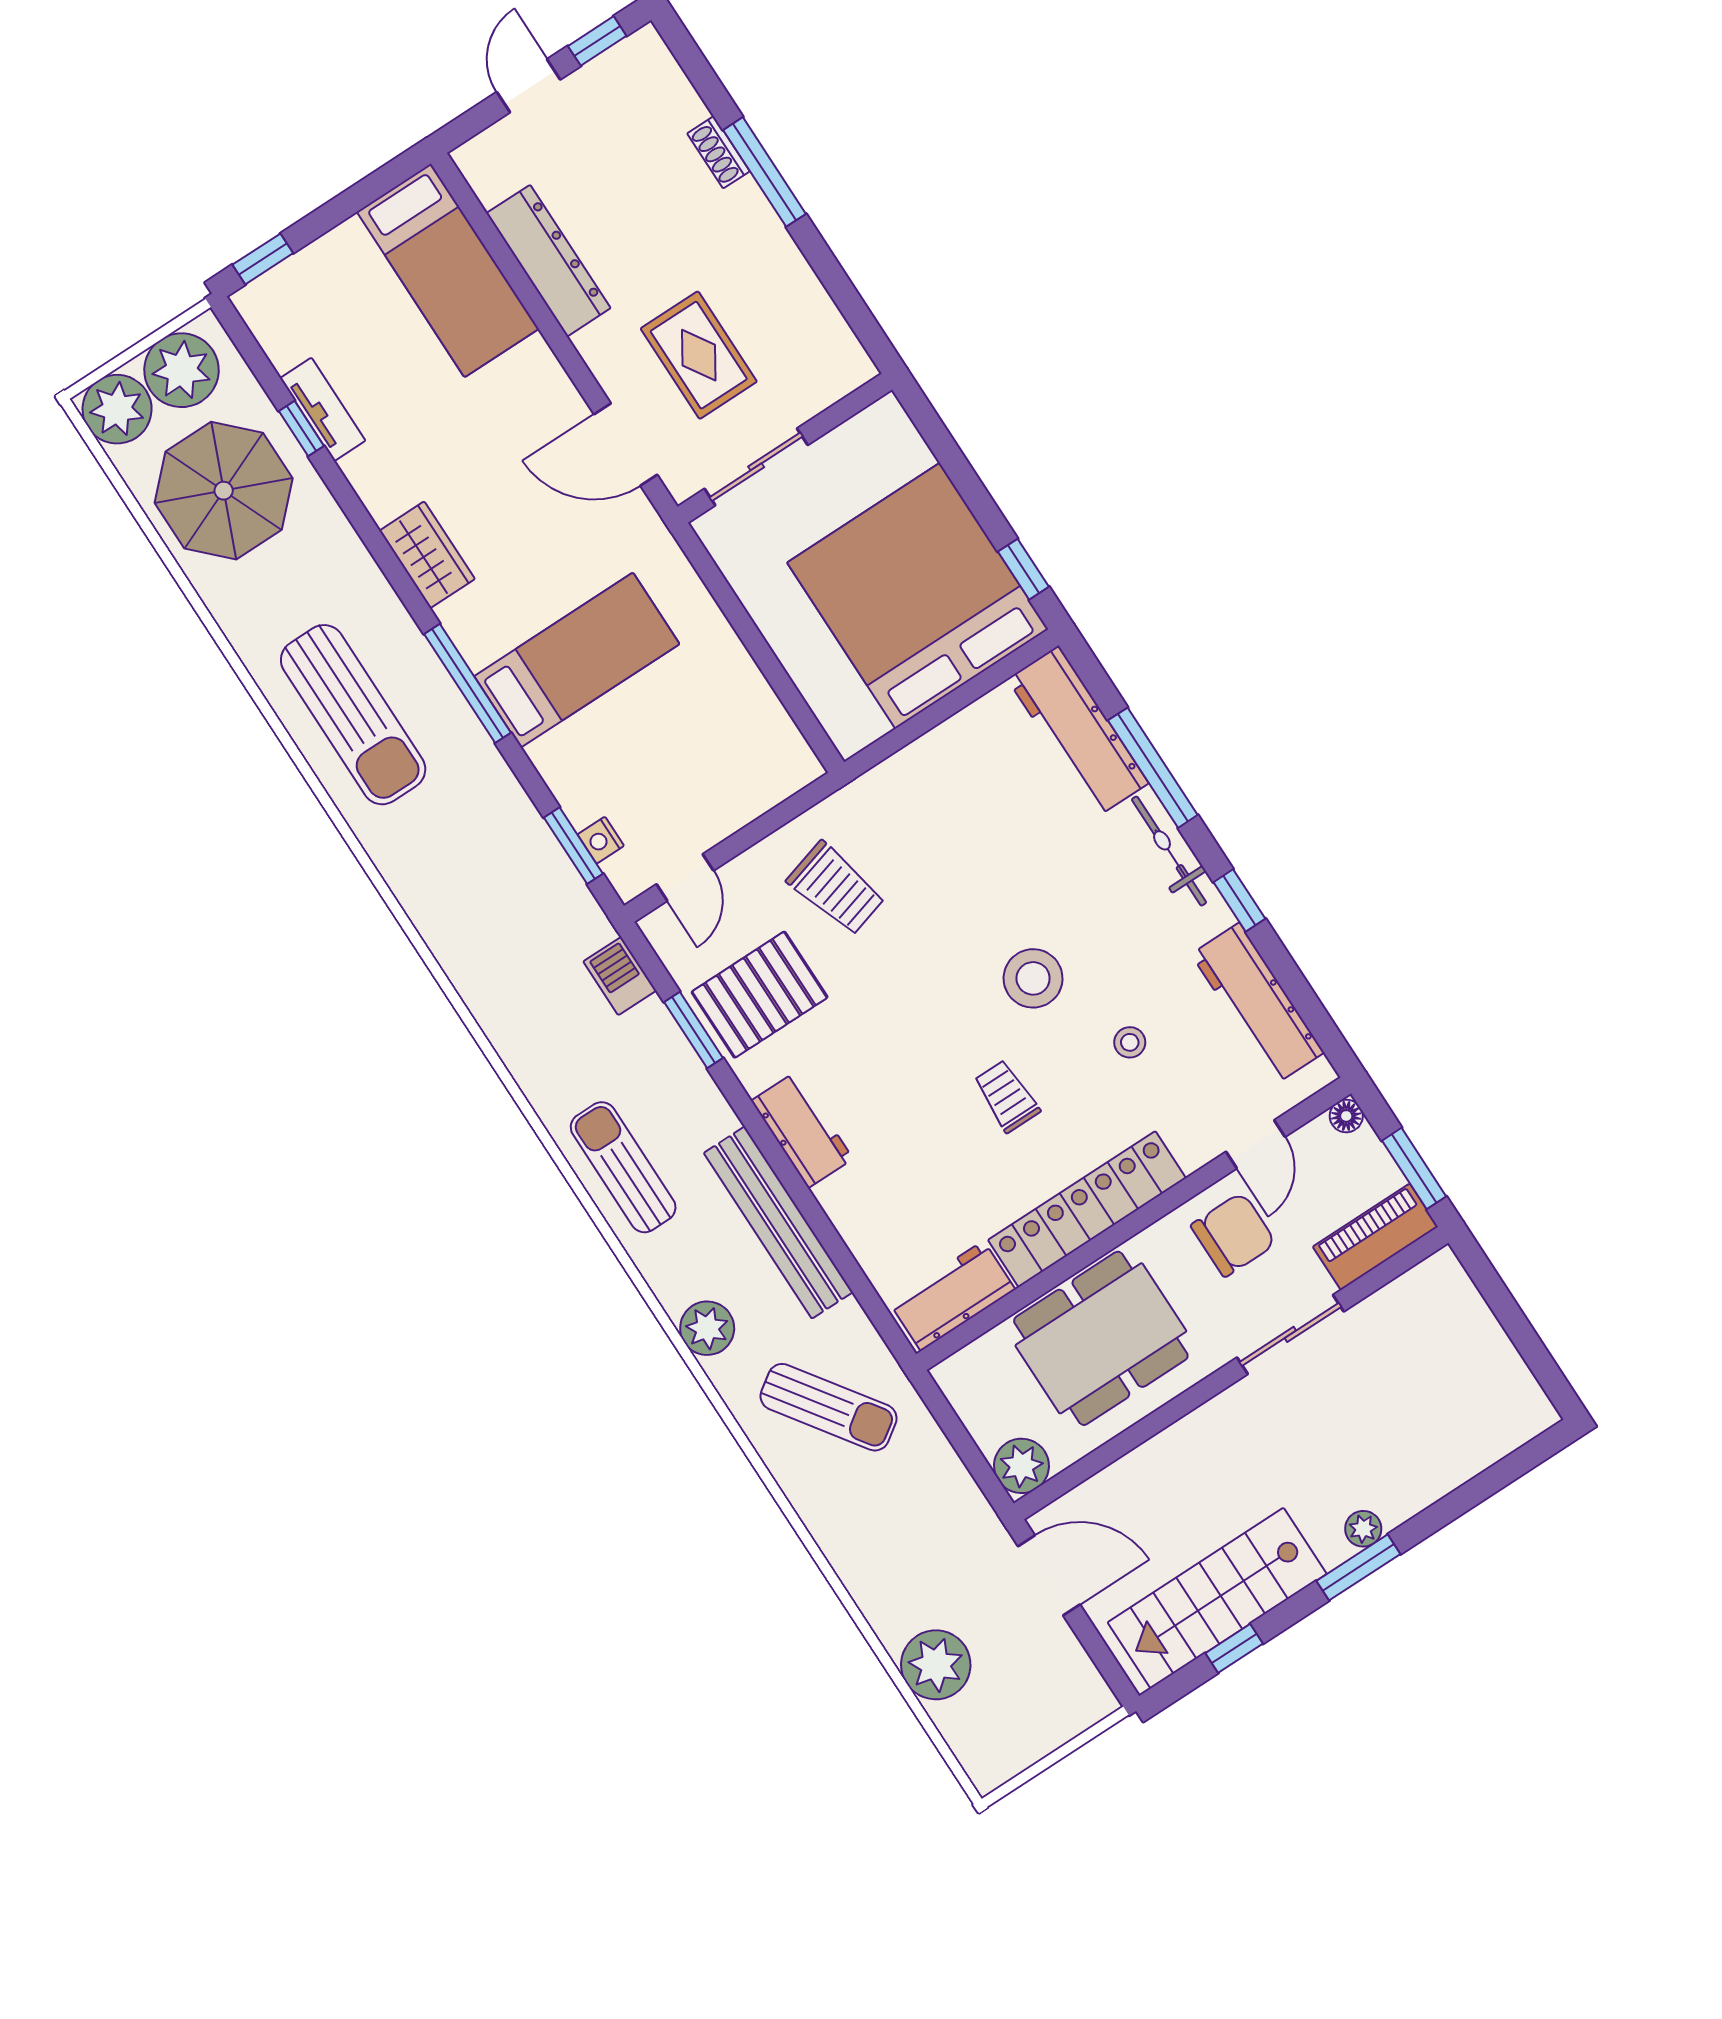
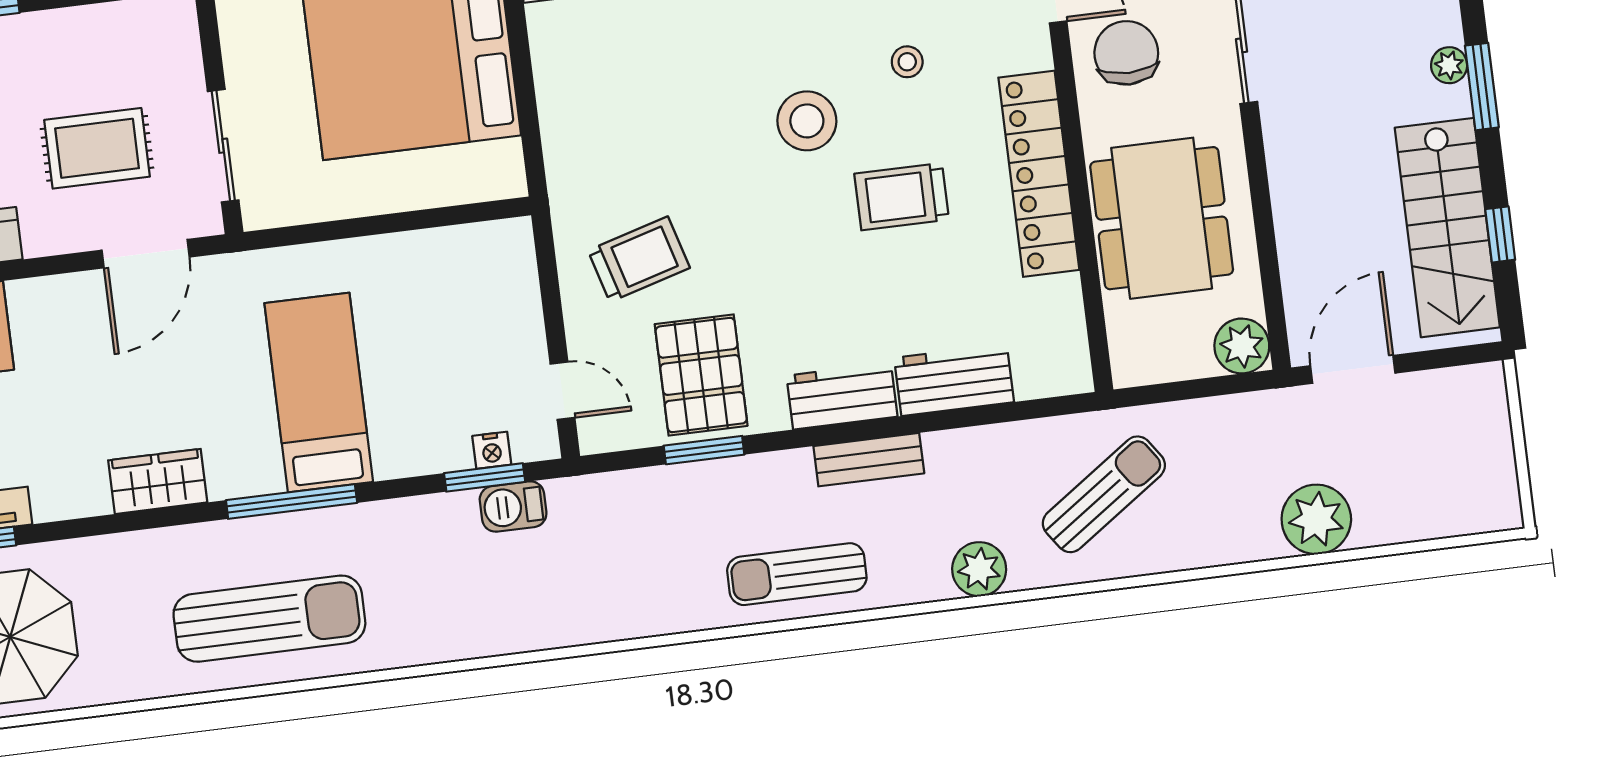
barbecue: (620, 976) -> (513, 507), moved
trolley: (1007, 1096) -> (902, 197), width x1.36, depth x1.39
bench: (778, 1222) -> (869, 460), width x0.54, depth x0.82
workbench: (952, 1296) -> (954, 380), moved, turned 90
plant: (936, 1665) -> (1316, 519), moved

